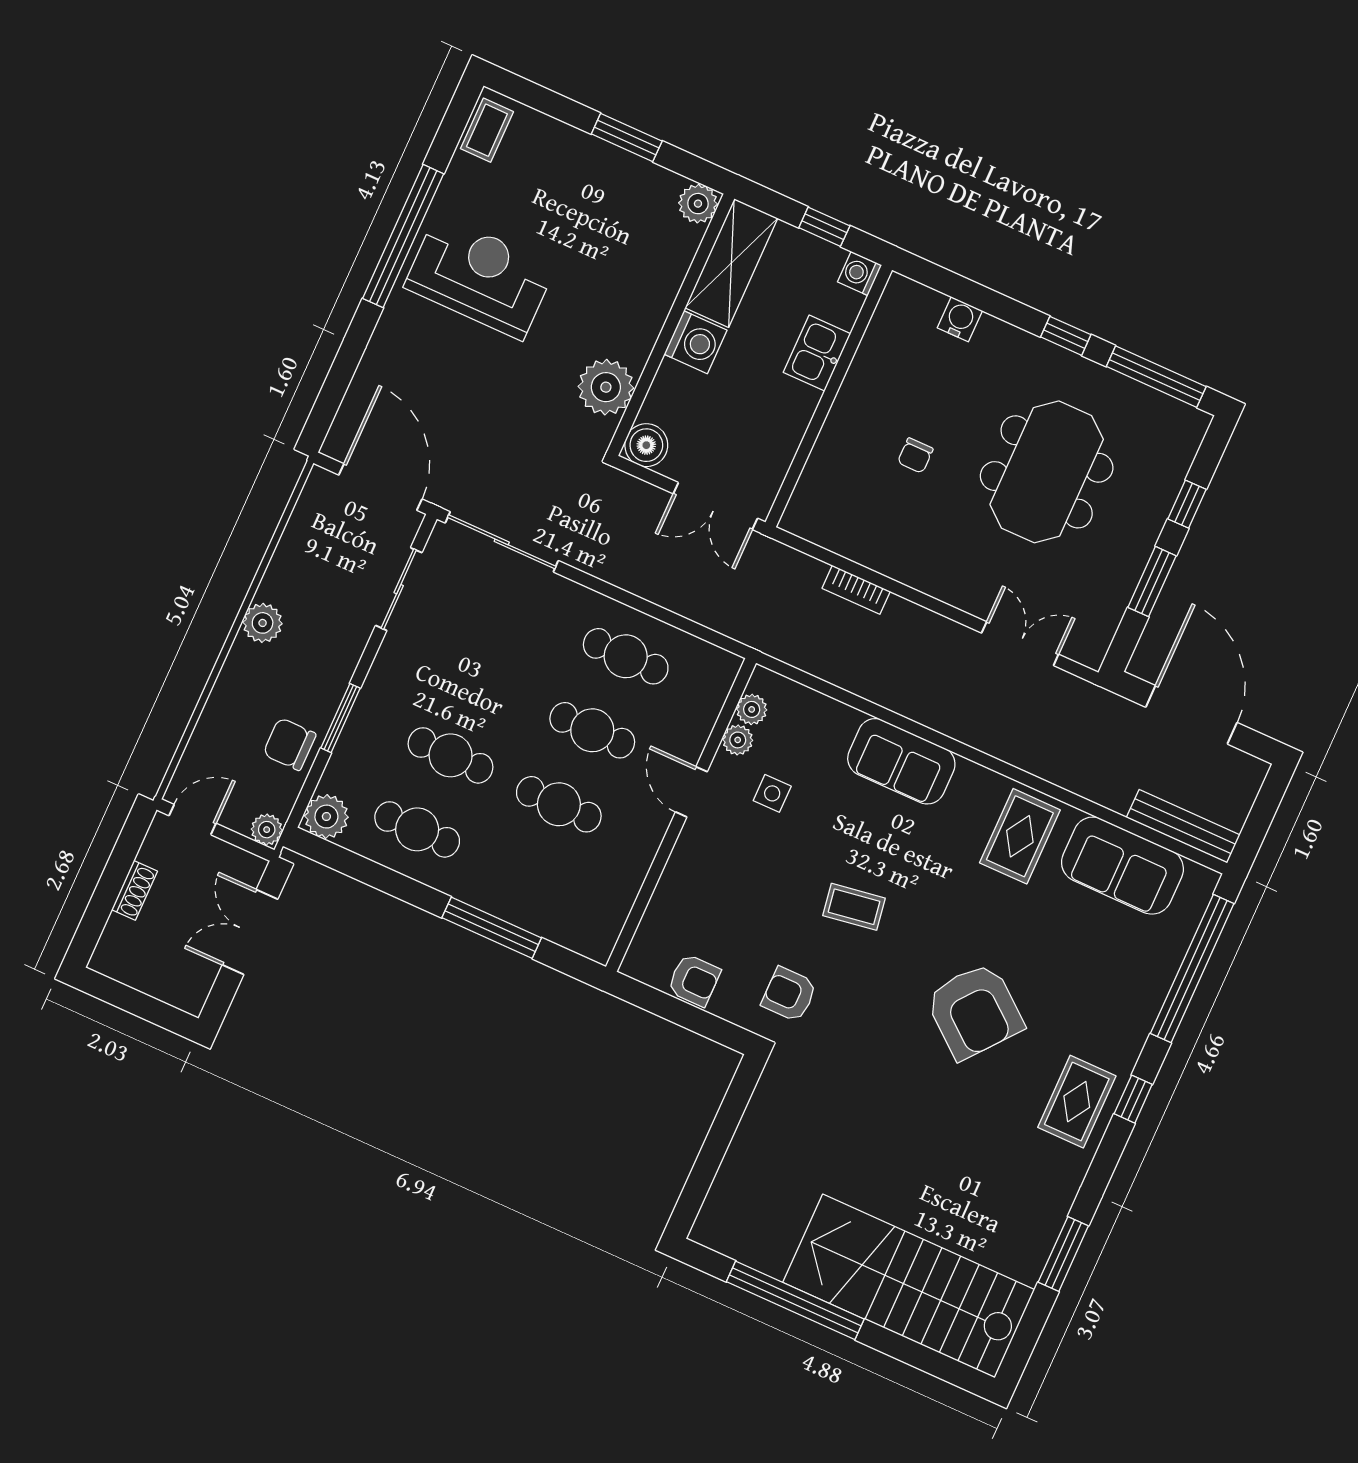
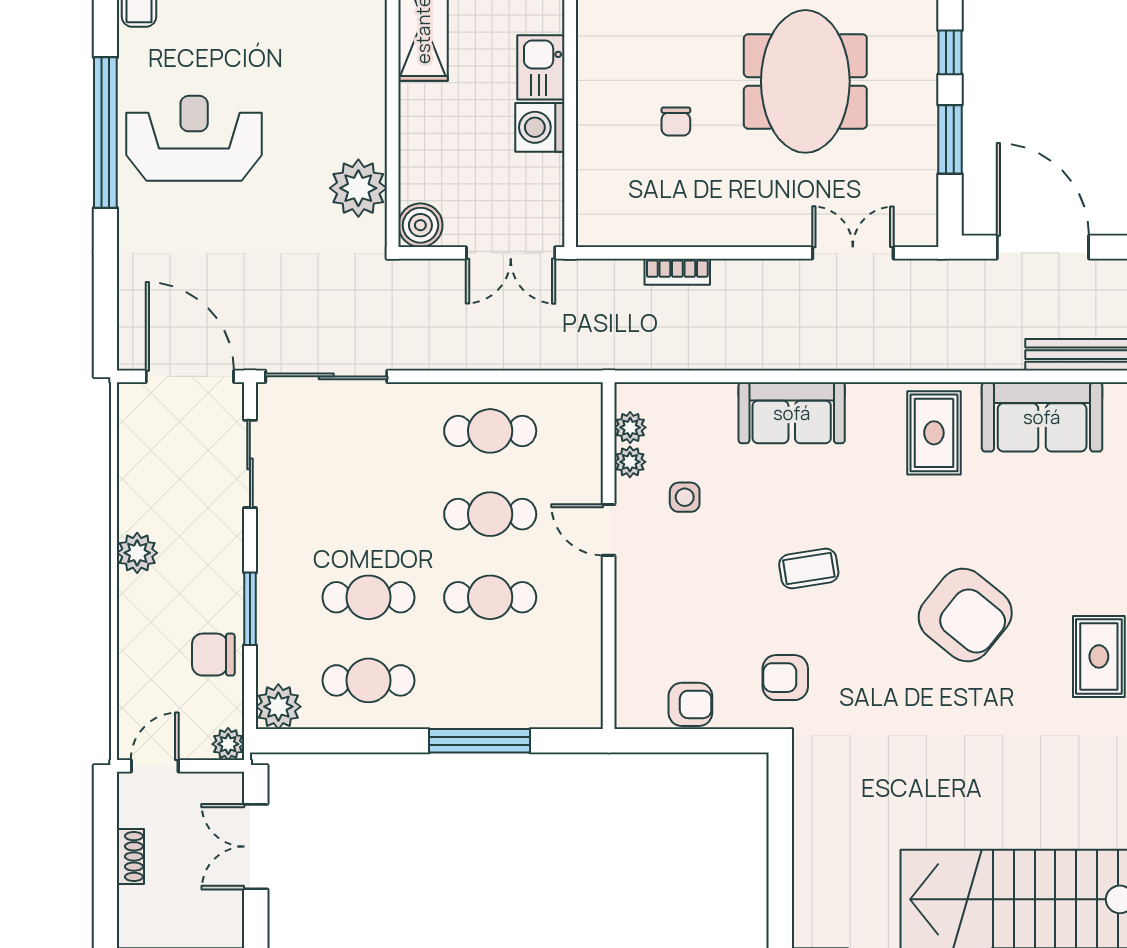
washing machine: (696, 342) -> (540, 127), moved, turned 180

